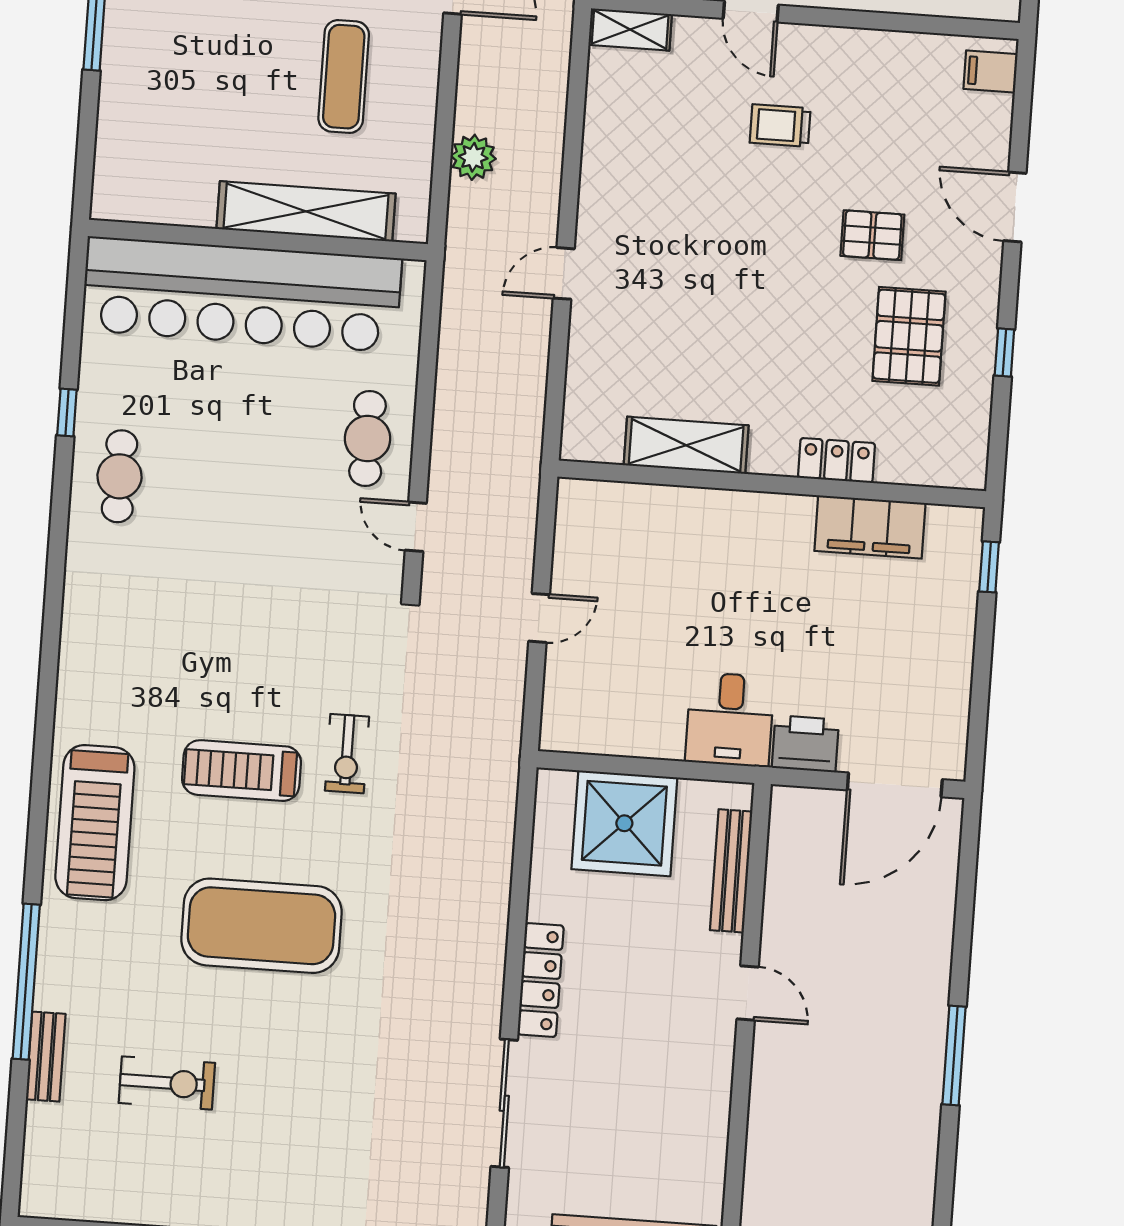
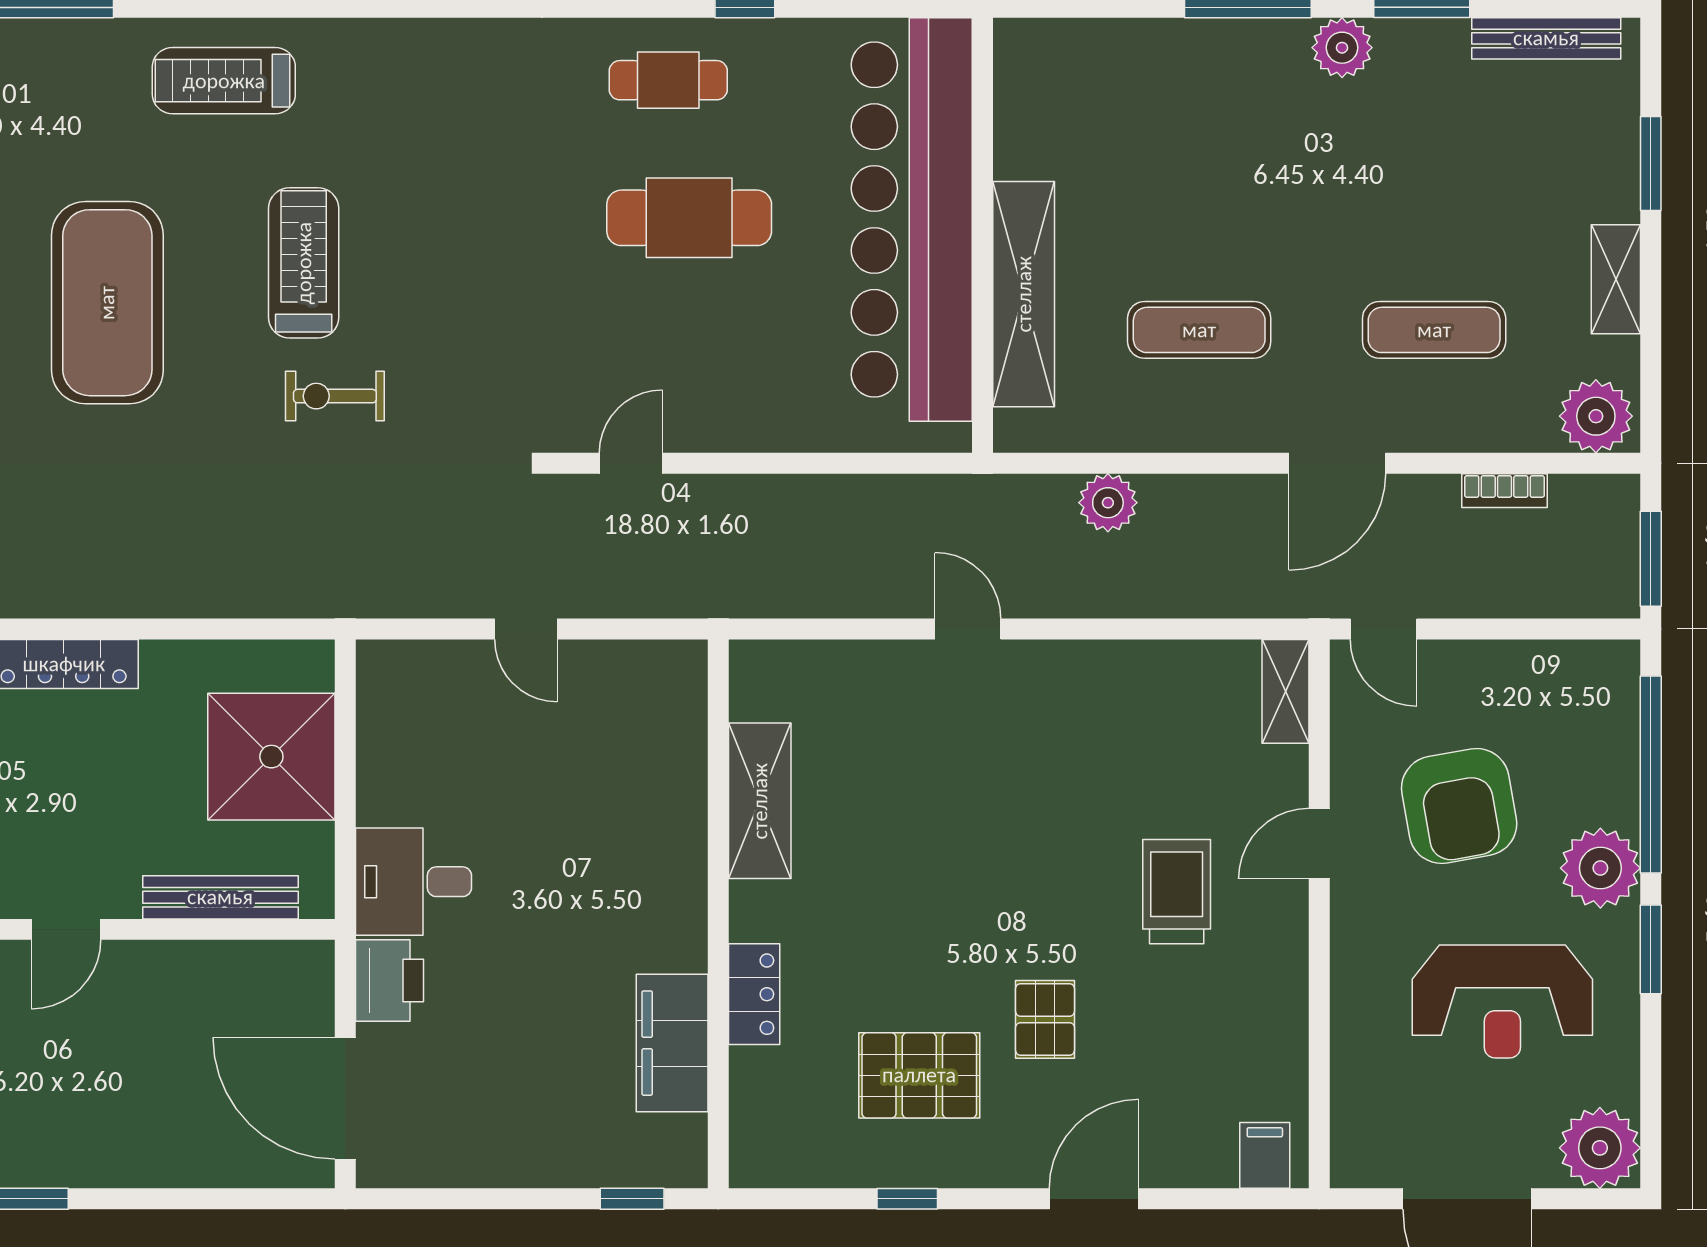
trolley: (780, 125) -> (1177, 892), width x1.36, depth x1.39
cafe table: (368, 438) -> (689, 218), moved, width x1.37, depth x1.35
treadmill: (95, 823) -> (224, 81), width x0.73, depth x0.73

